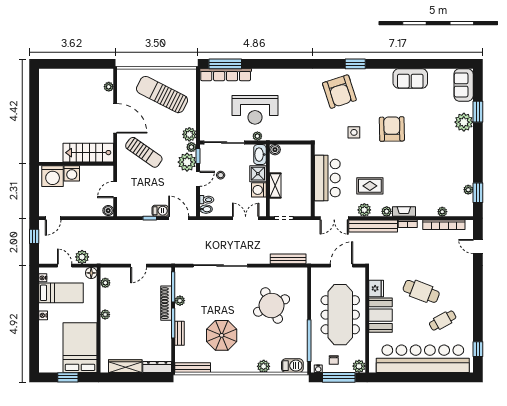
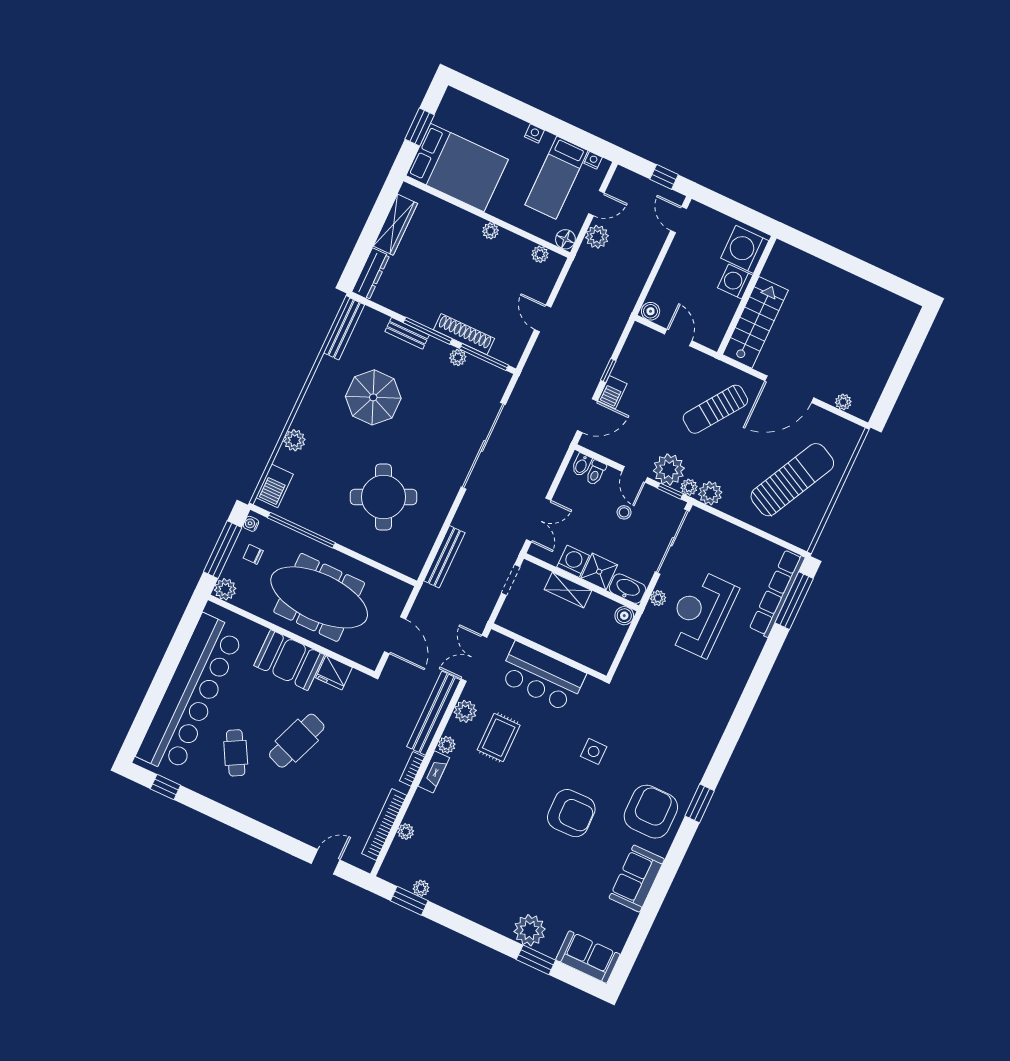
armchair: (339, 92) -> (651, 812), moved, turned 108

